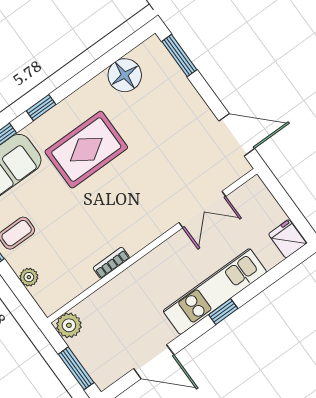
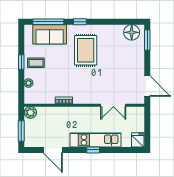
floor lamp: (125, 75) -> (132, 32), moved
rug: (86, 150) -> (86, 50), turned 90

